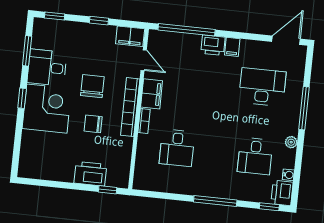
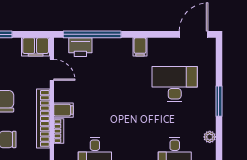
printer: (213, 45) -> (80, 47), moved
filing cabinet: (152, 94) -> (63, 110), width x0.50
window: (304, 108) -> (219, 101), width x0.69

